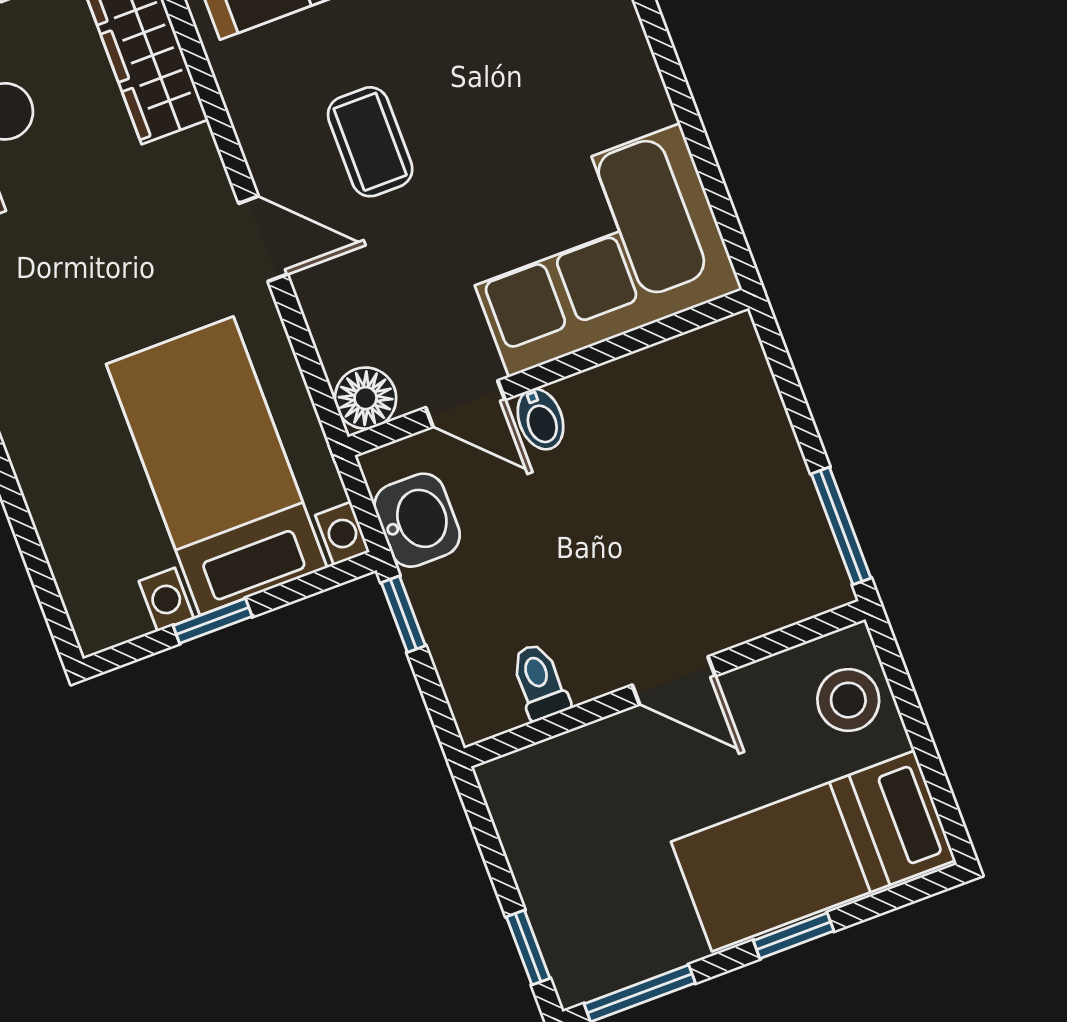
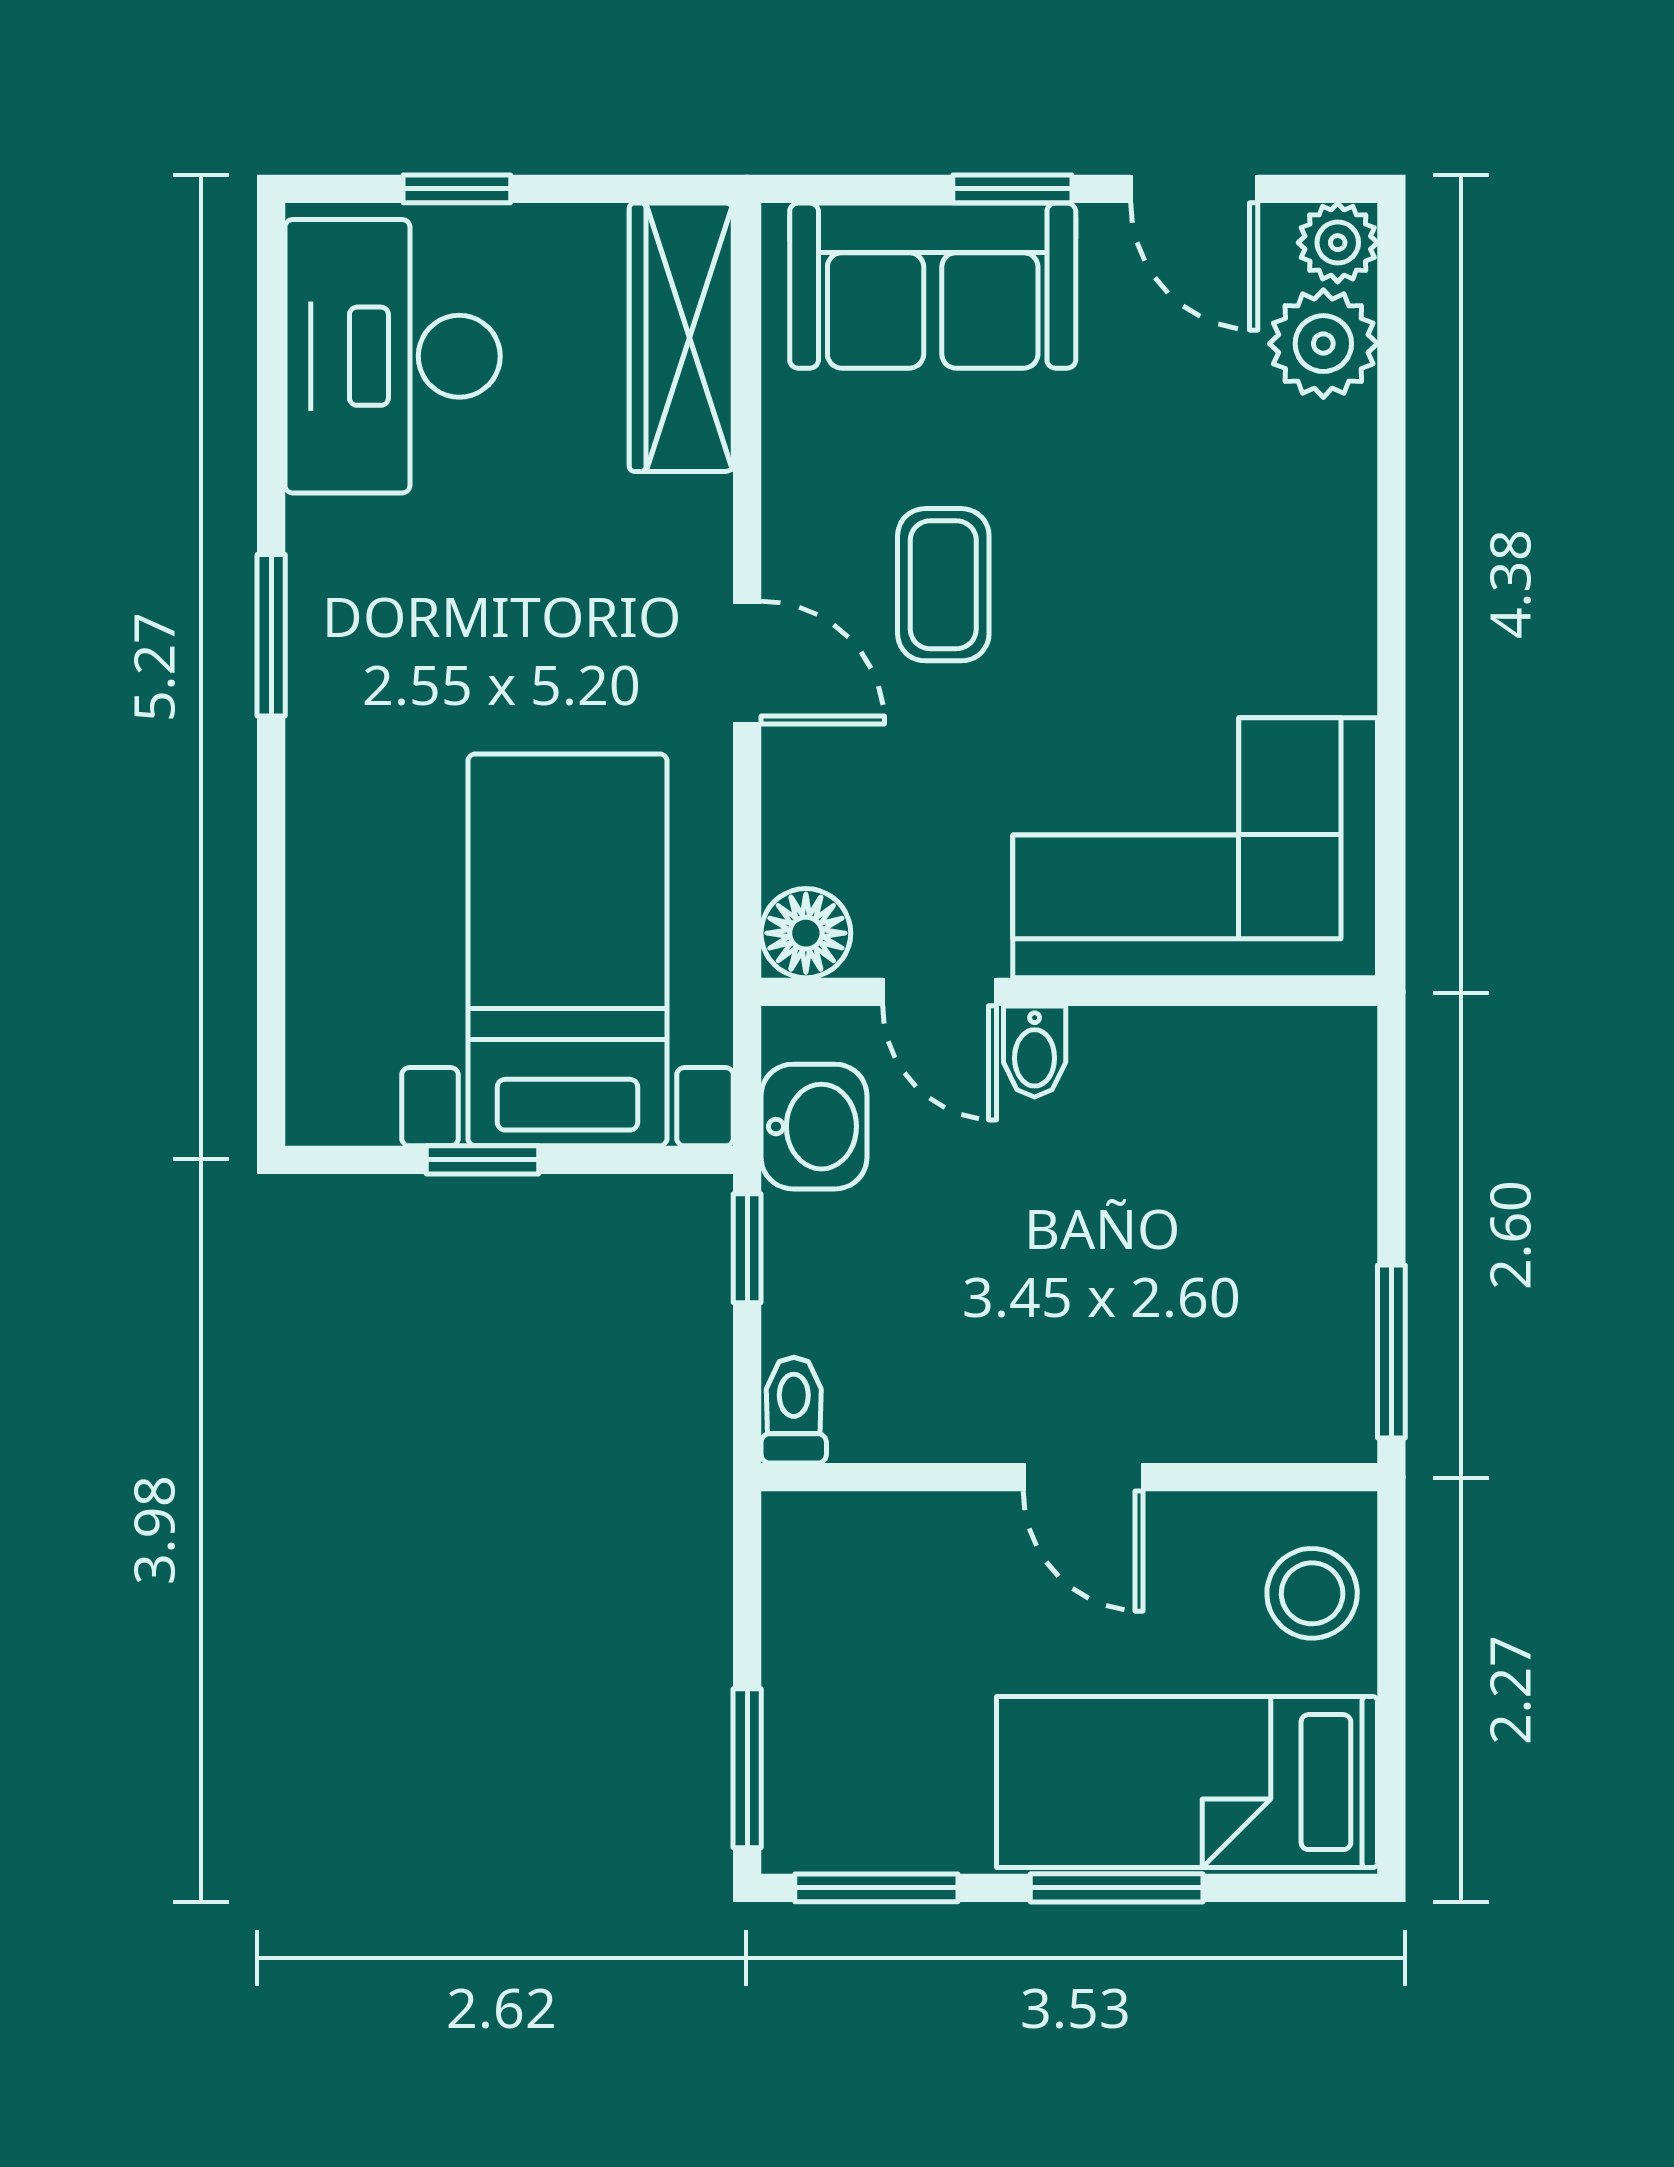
toilet: (540, 682) -> (794, 1410), moved
window: (794, 936) -> (1117, 1888), width x1.50
window: (528, 948) -> (747, 1768), width x1.50

